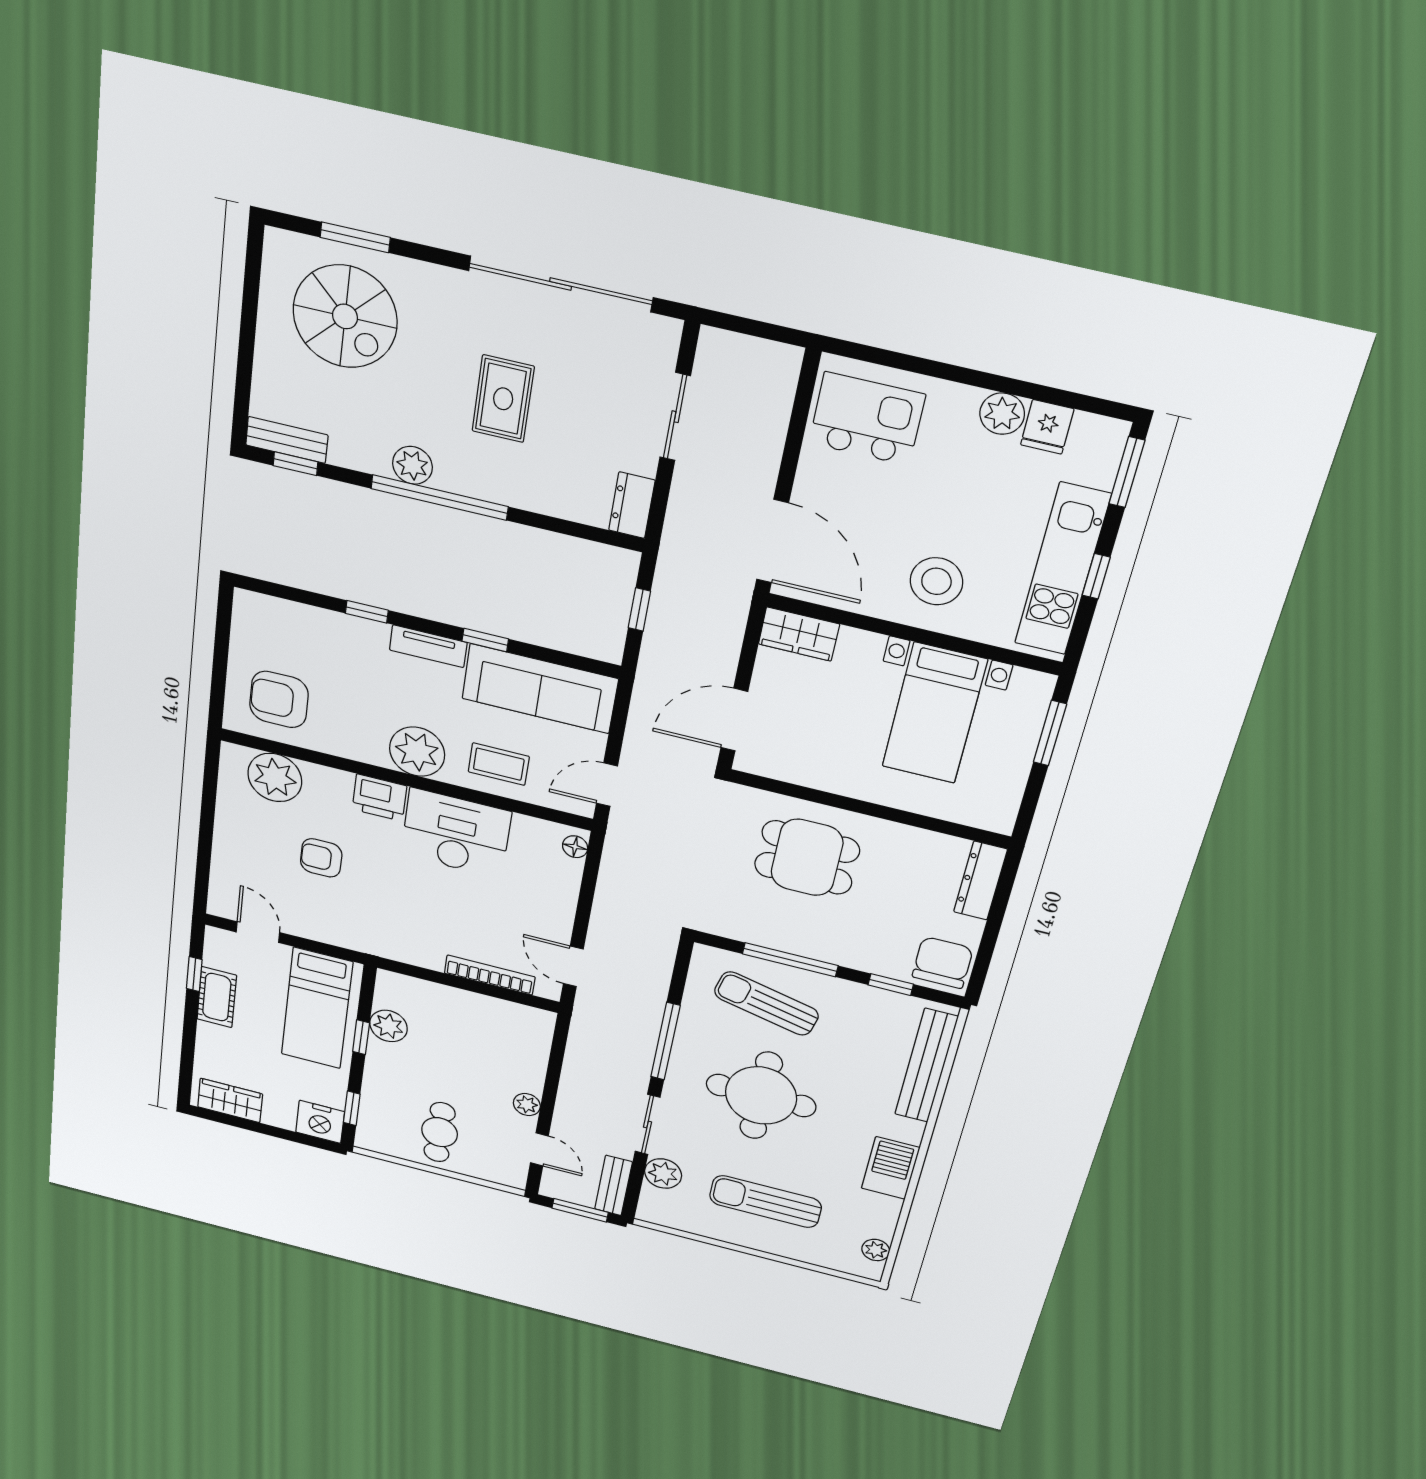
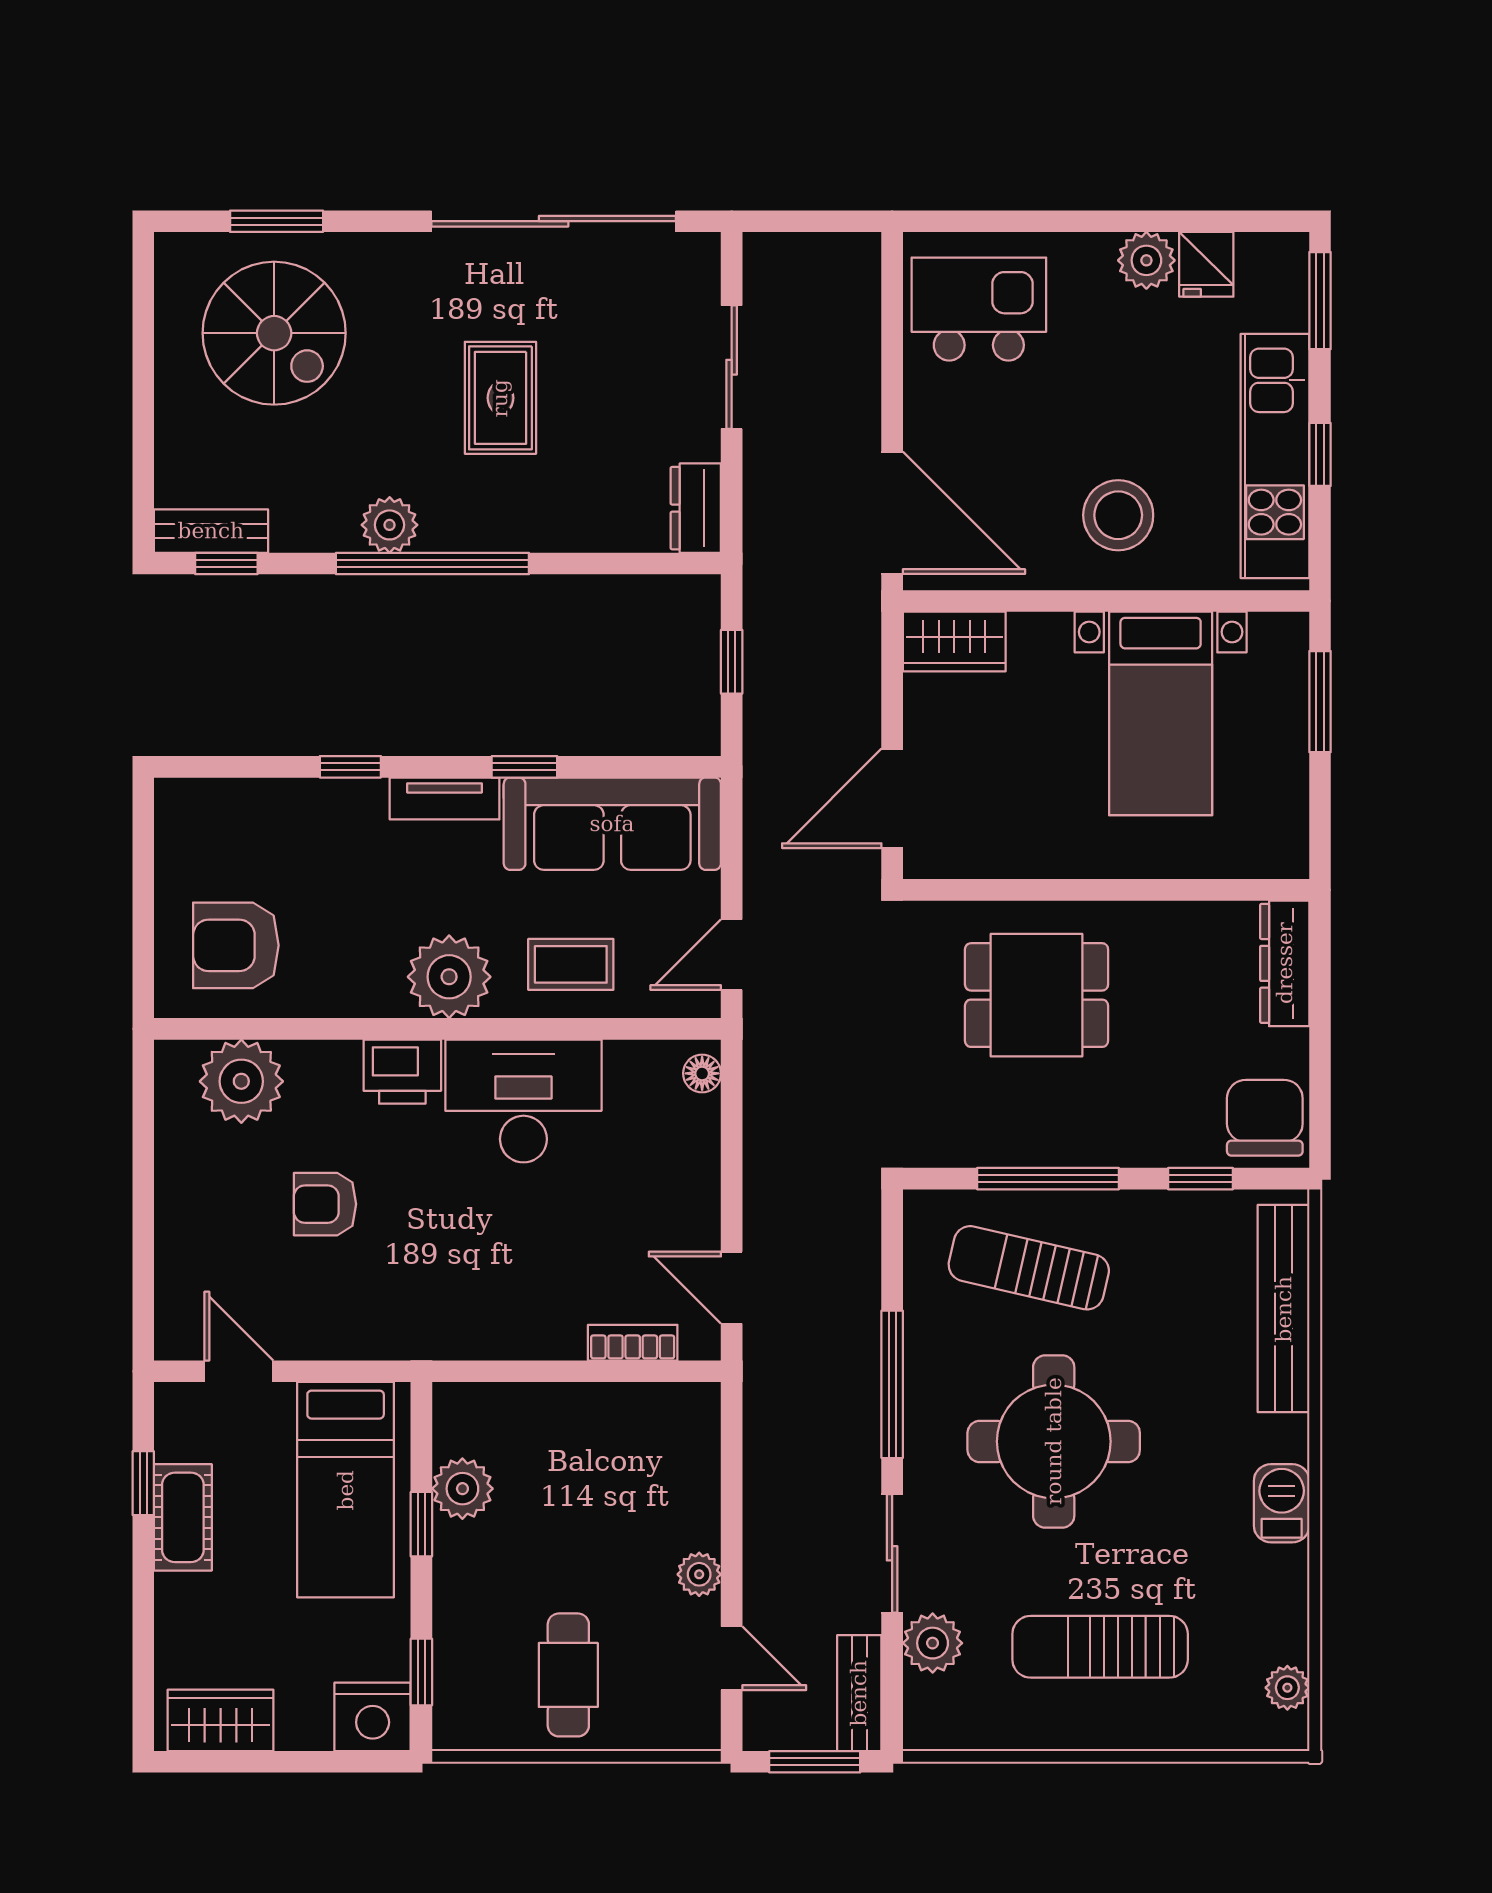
bookcase: (490, 975) -> (633, 1343), width x0.64
barbecue: (891, 1168) -> (1282, 1503), width x0.73, depth x0.79

